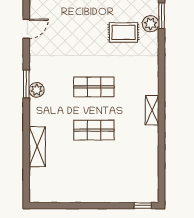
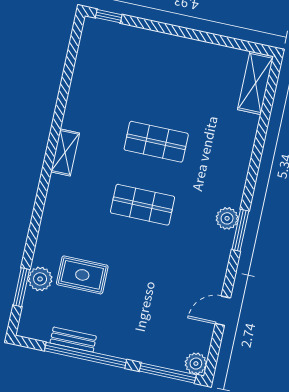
shelving: (37, 147) -> (255, 83), moved

